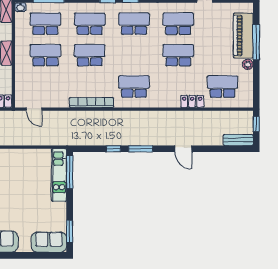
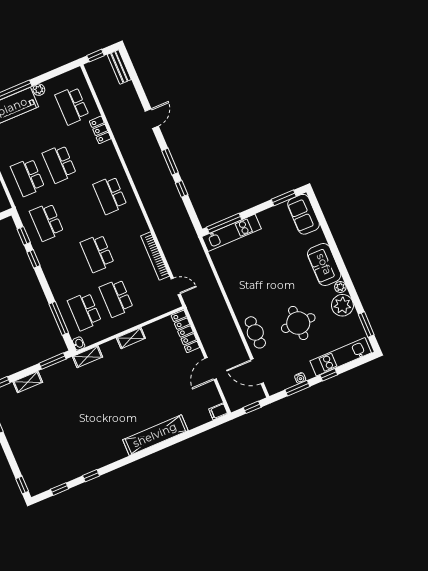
school desk: (90, 24) -> (66, 267), removed
bookcase: (92, 103) -> (155, 256), moved
door: (34, 109) -> (176, 286), hinge flipped

